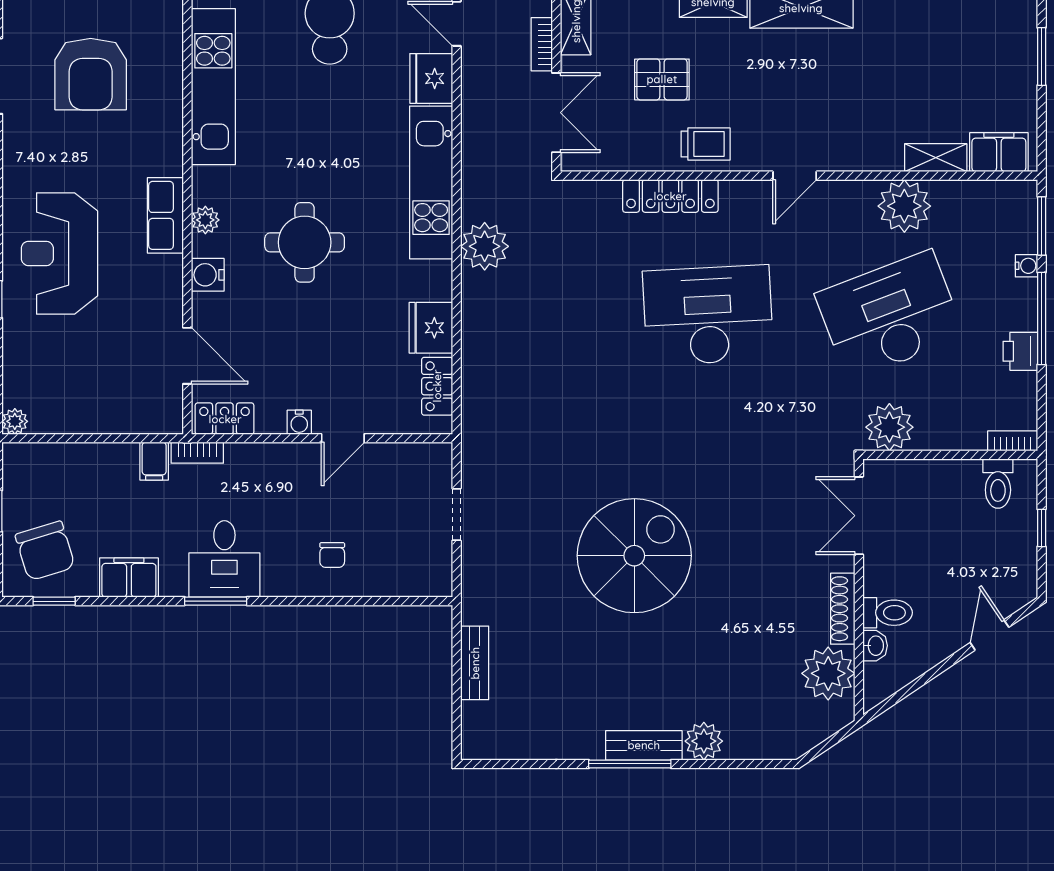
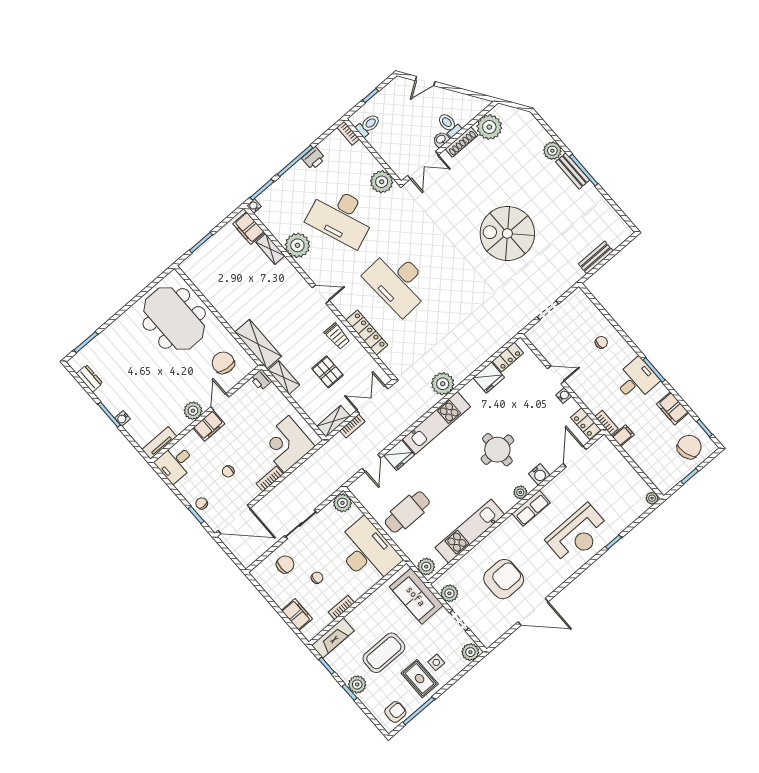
trolley: (706, 144) -> (337, 336), turned 180
water cooler: (1026, 266) -> (254, 206), moved
washbasin: (875, 646) -> (441, 139), moved

